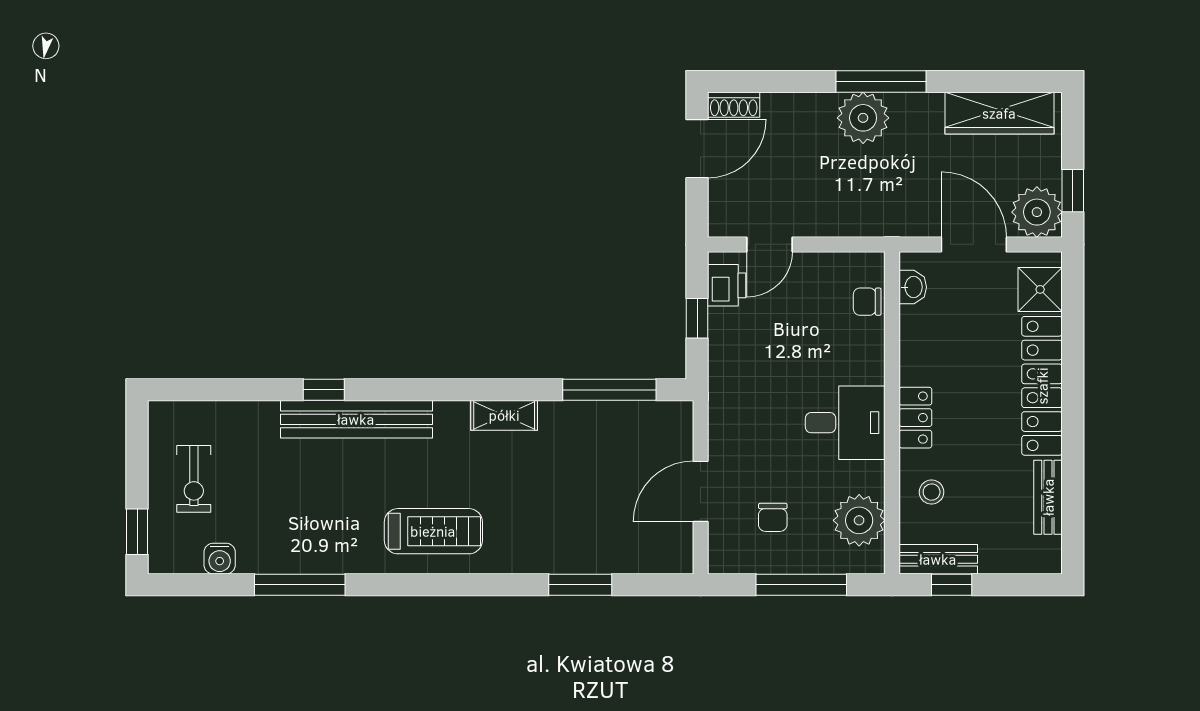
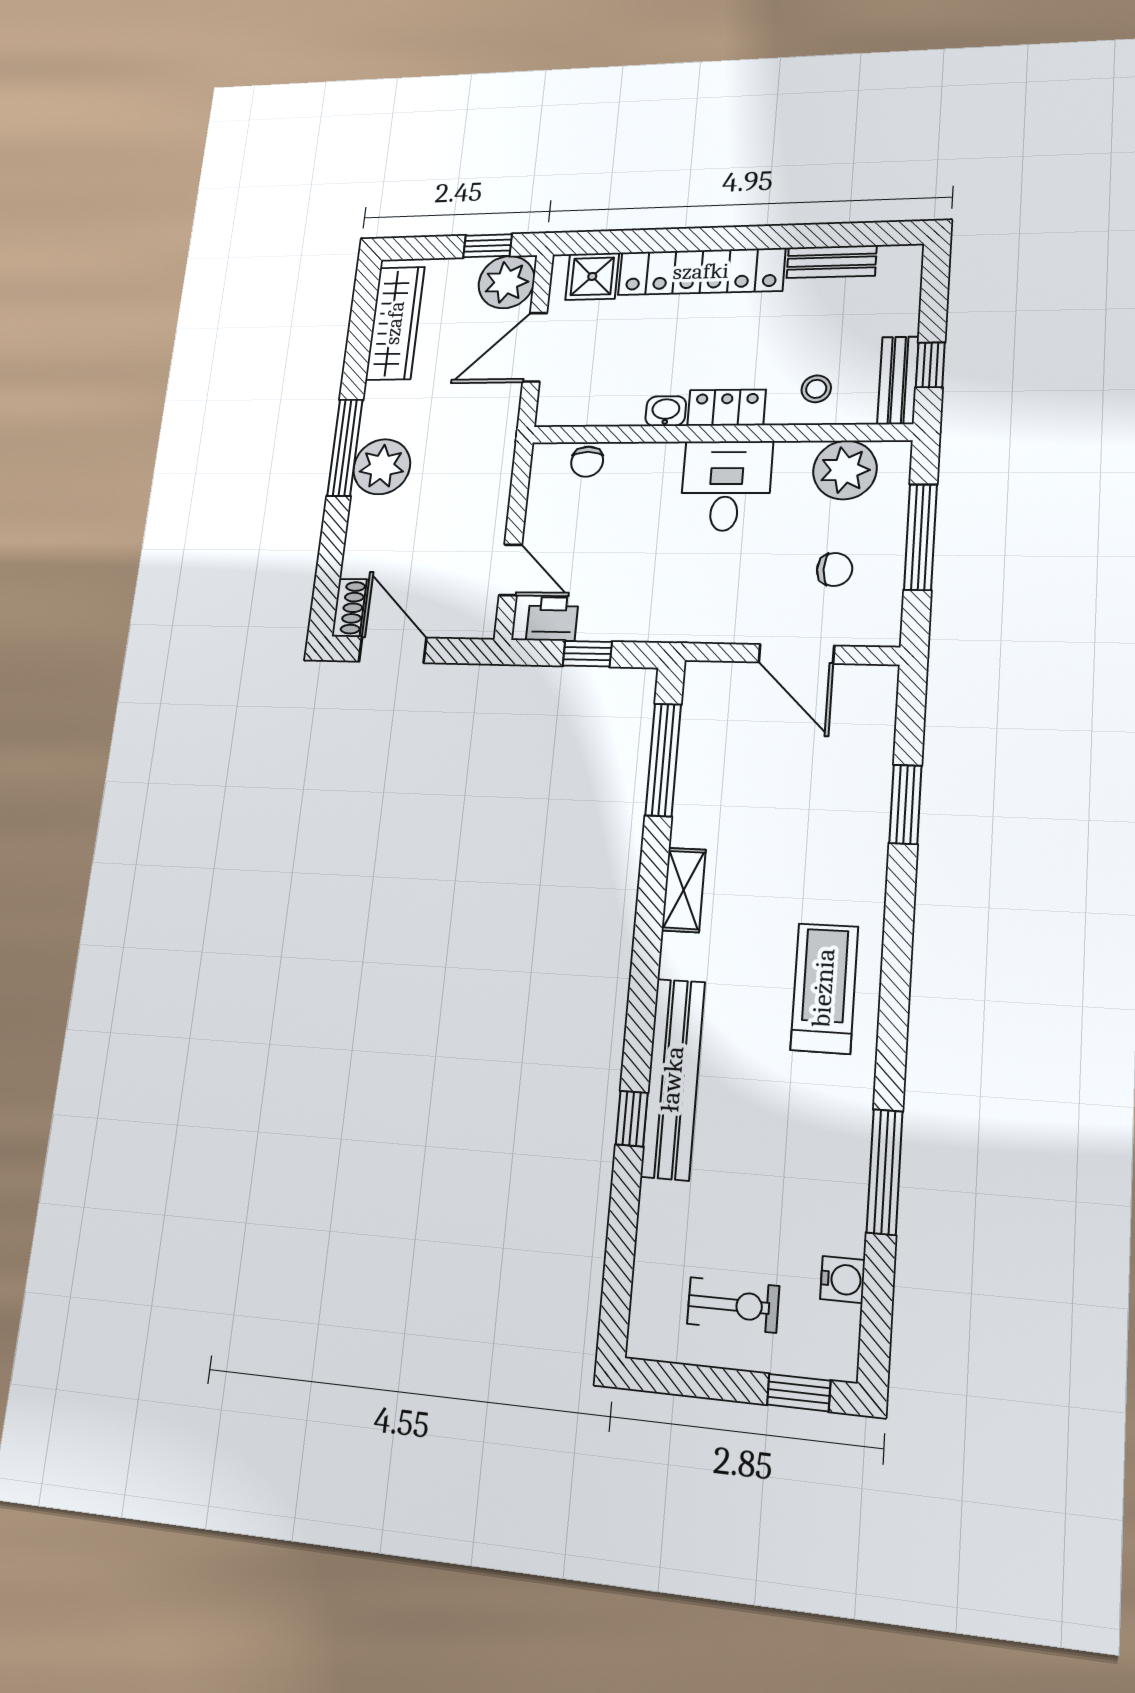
washbasin: (913, 287) -> (666, 411), moved

